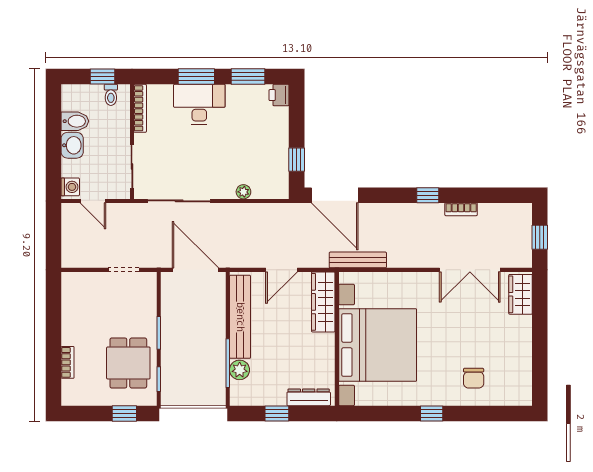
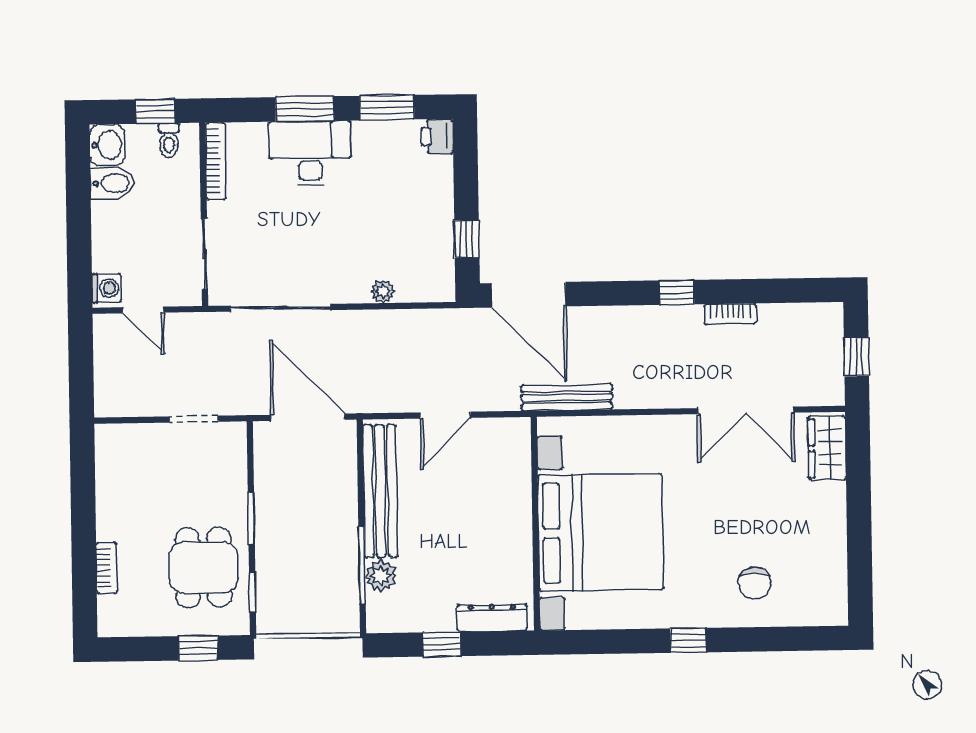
washbasin: (72, 145) -> (107, 145), moved
wardrobe: (323, 302) -> (513, 465), removed

